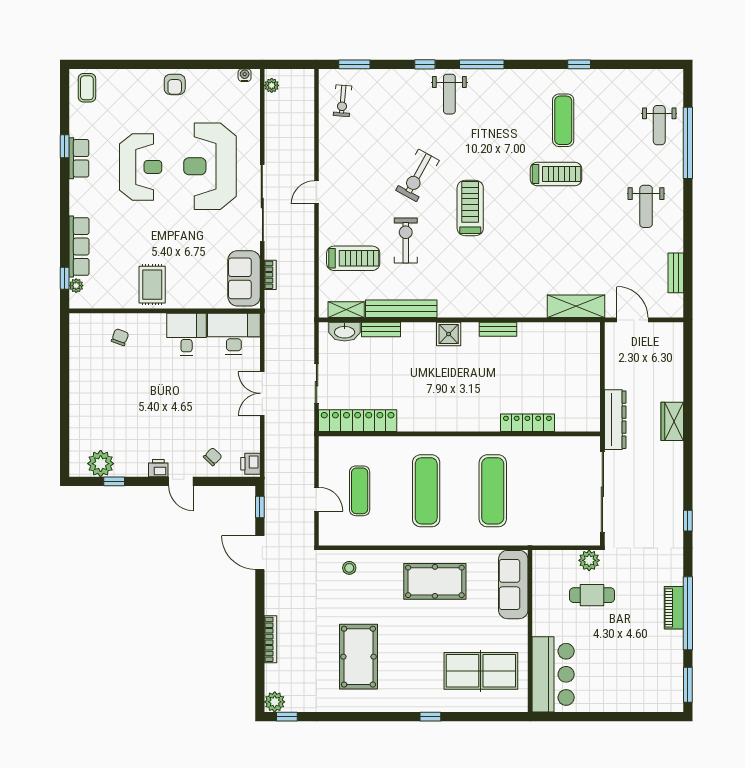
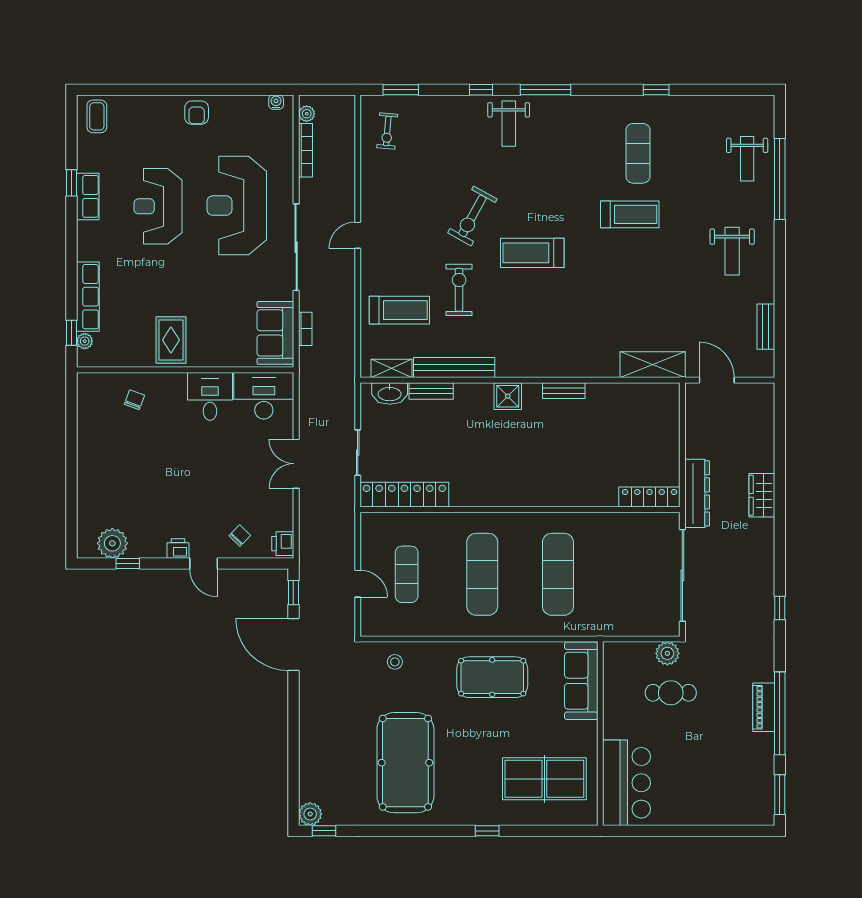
reception desk: (141, 167) -> (158, 206), turned 180
treadmill: (470, 208) -> (532, 253), turned -90
locker: (527, 423) -> (649, 497), moved
door: (260, 553) -> (293, 645), width x1.36
bookcase: (270, 639) -> (305, 150), moved
pool table: (358, 657) -> (405, 763), width x1.36, depth x1.32

